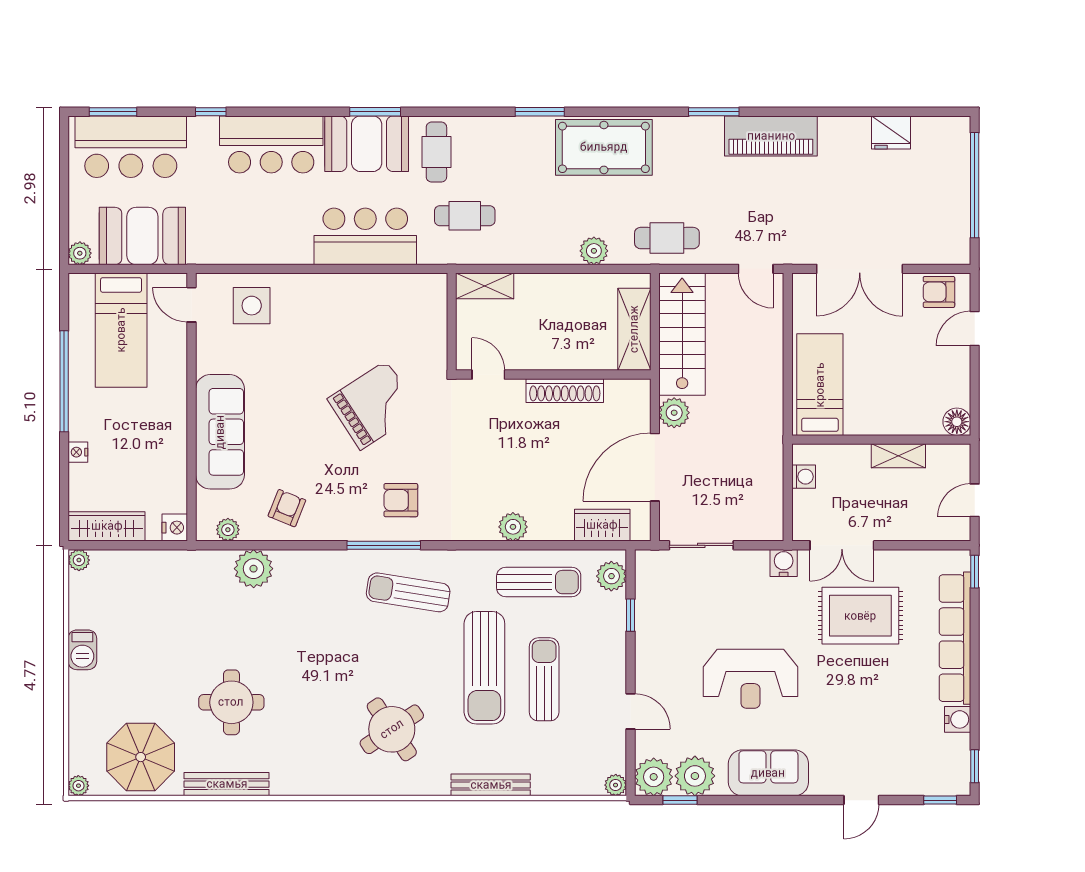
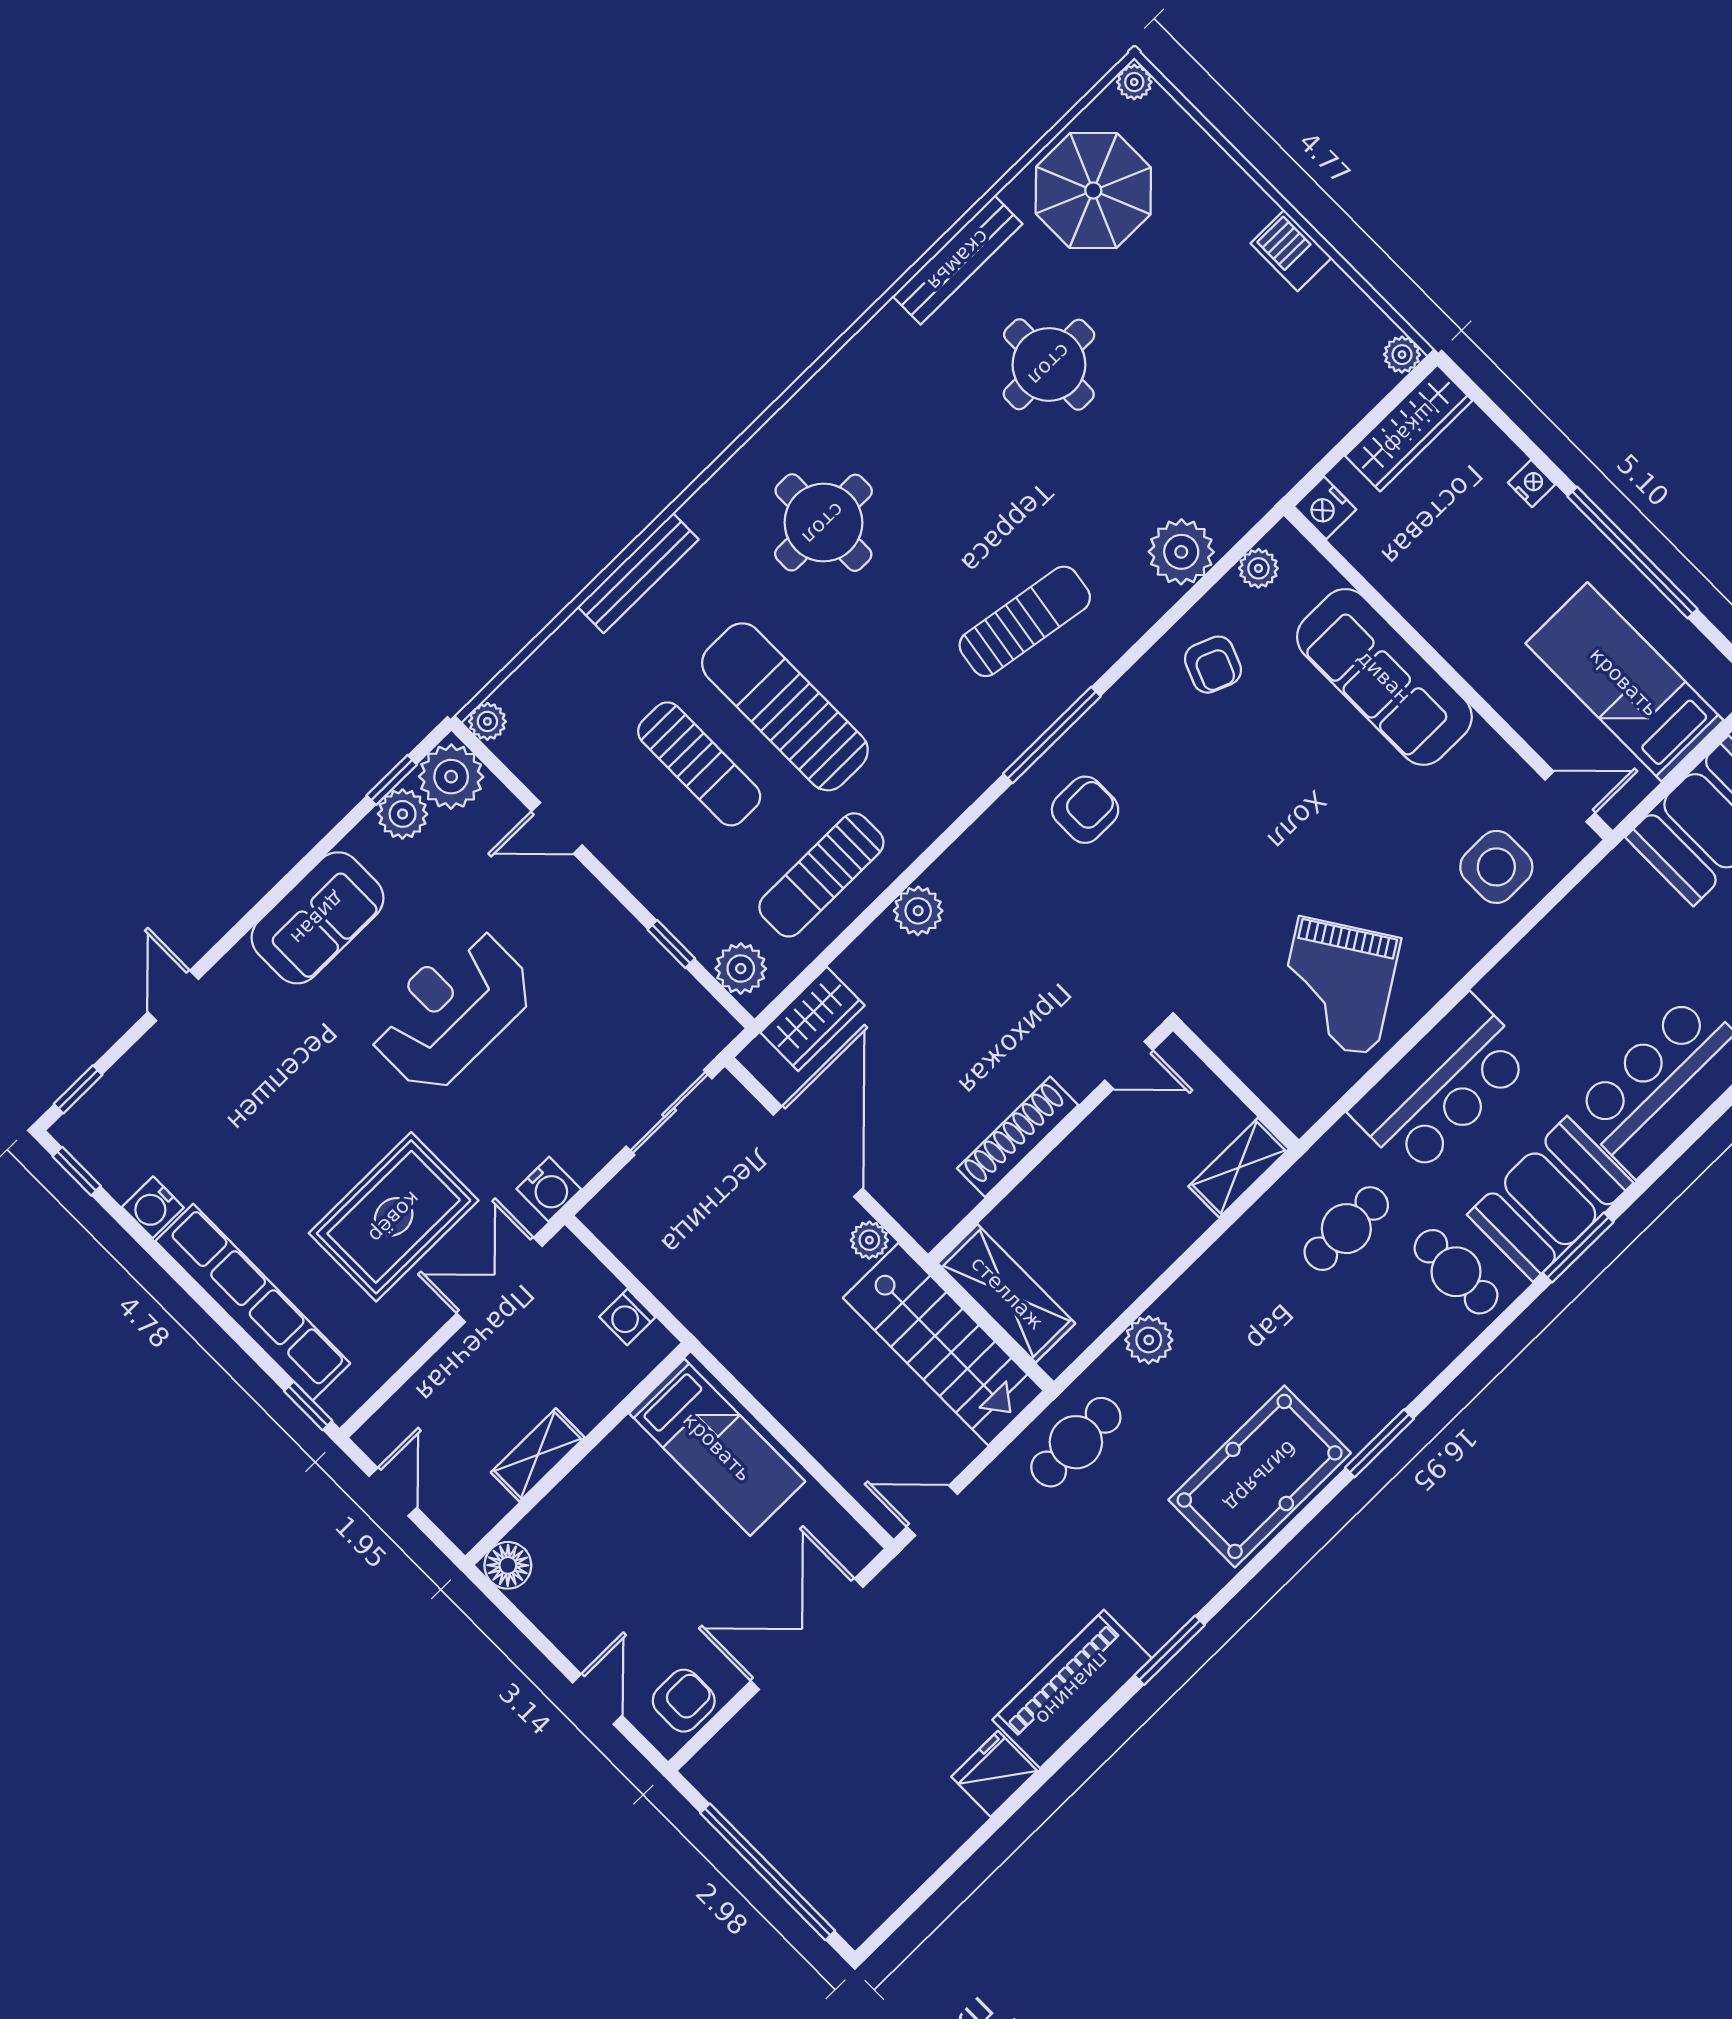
fridge: (891, 132) -> (994, 1774), moved
grand piano: (374, 405) -> (1337, 986), moved
plant: (674, 413) -> (869, 1240), width x0.73, depth x0.73
sun lounger: (408, 592) -> (1025, 621), moved
round table: (392, 729) -> (823, 523), turned 34
plant: (695, 776) -> (403, 814), width x0.73, depth x0.73

